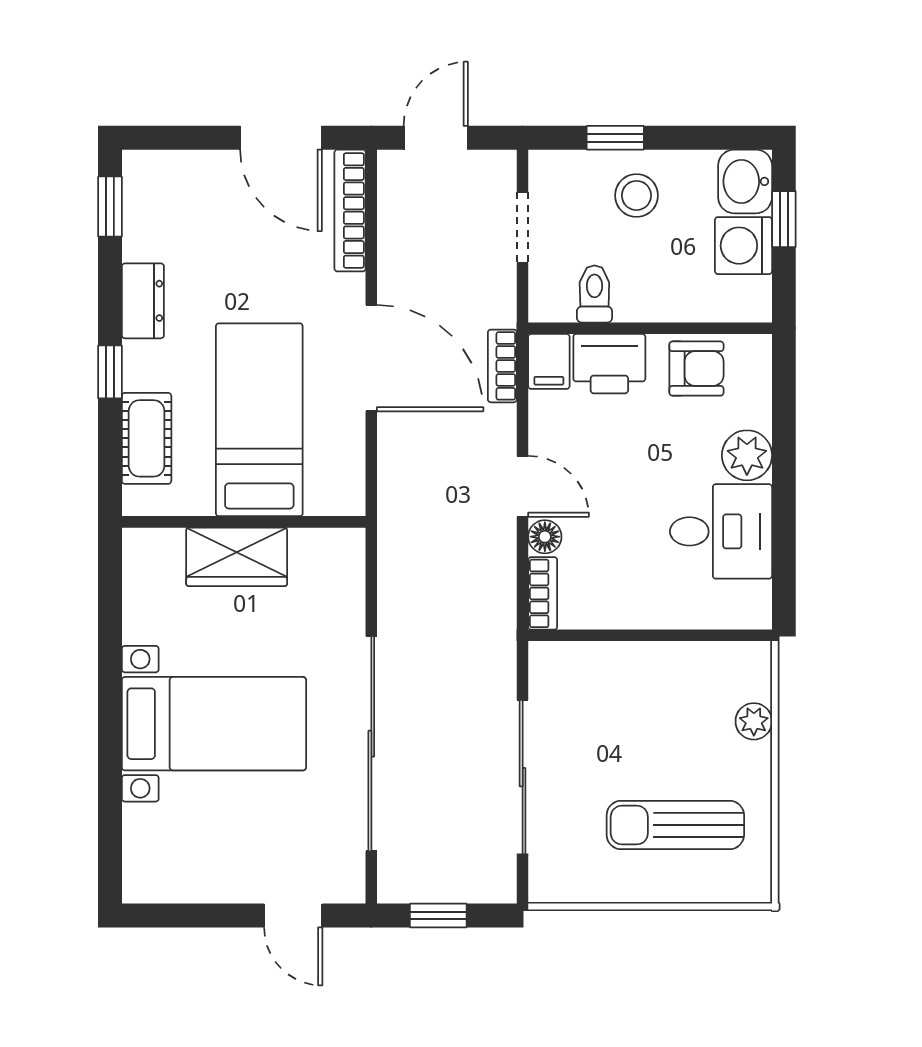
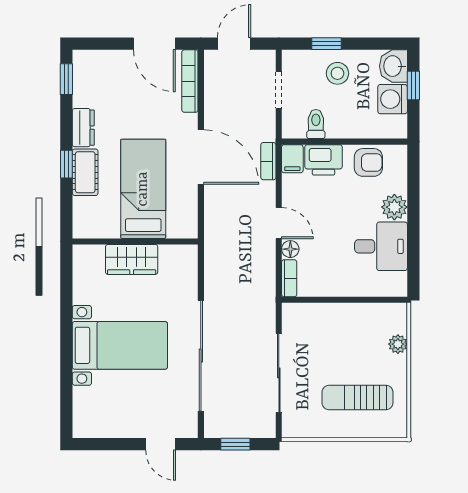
cot: (147, 438) -> (85, 172), moved

